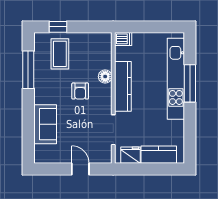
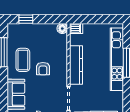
coffee table: (60, 54) -> (23, 60), moved
floor lamp: (105, 76) -> (62, 29), moved

